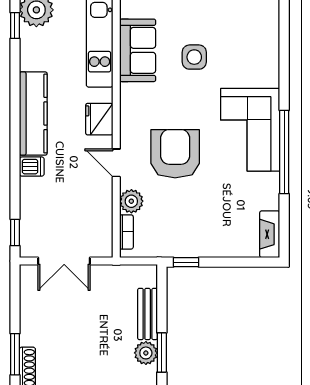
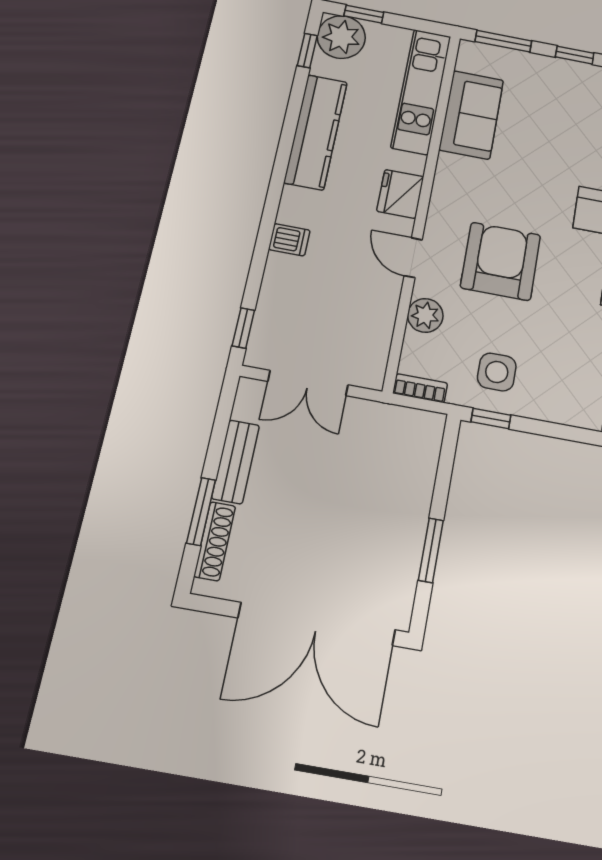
side table: (194, 57) -> (497, 372), moved
kitchen counter: (33, 114) -> (316, 132), moved
bookcase: (126, 232) -> (420, 388), moved, turned -90
bench: (148, 314) -> (236, 462), moved
plant: (146, 353) -> (406, 546), removed

